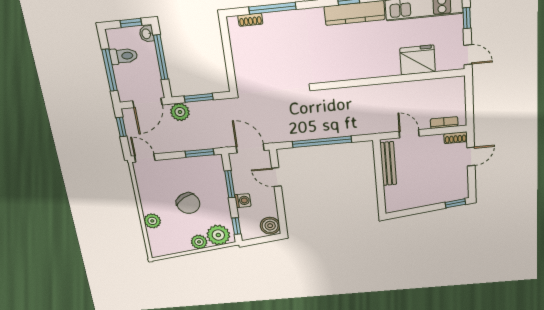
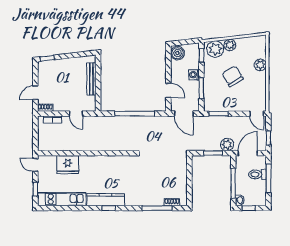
toilet: (124, 56) -> (257, 174), moved
bench: (388, 164) -> (91, 79), moved

